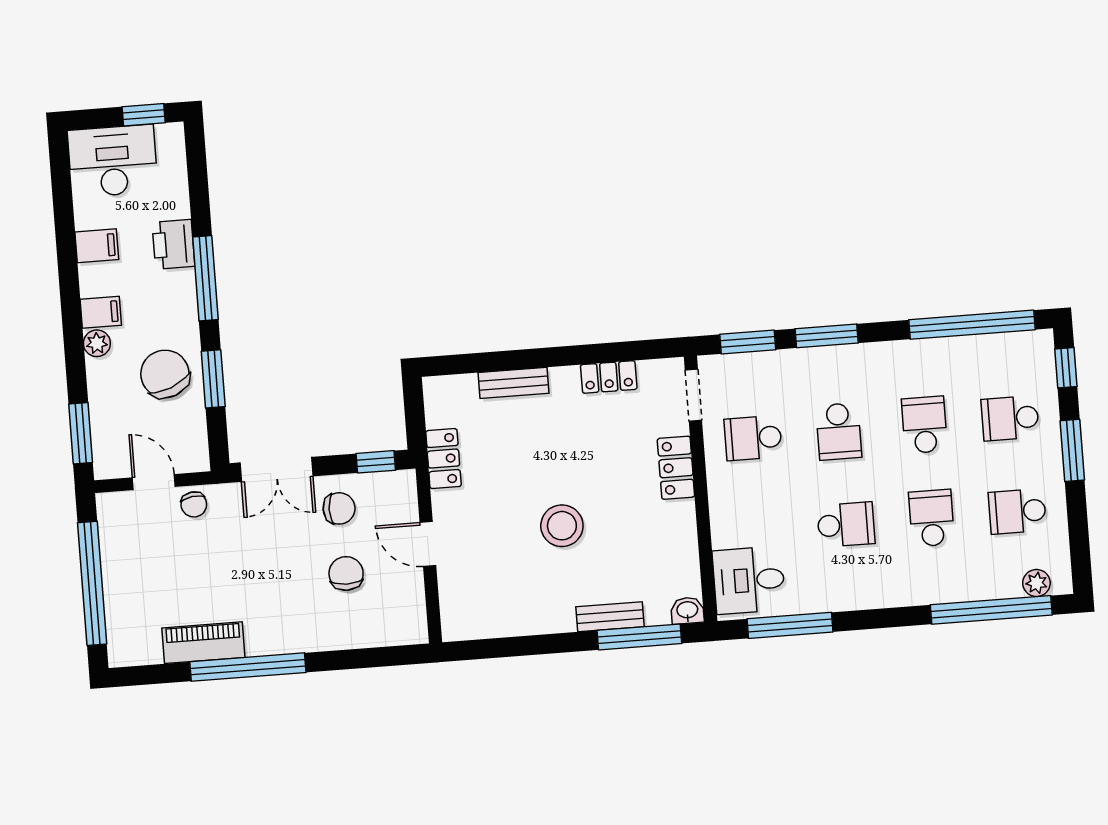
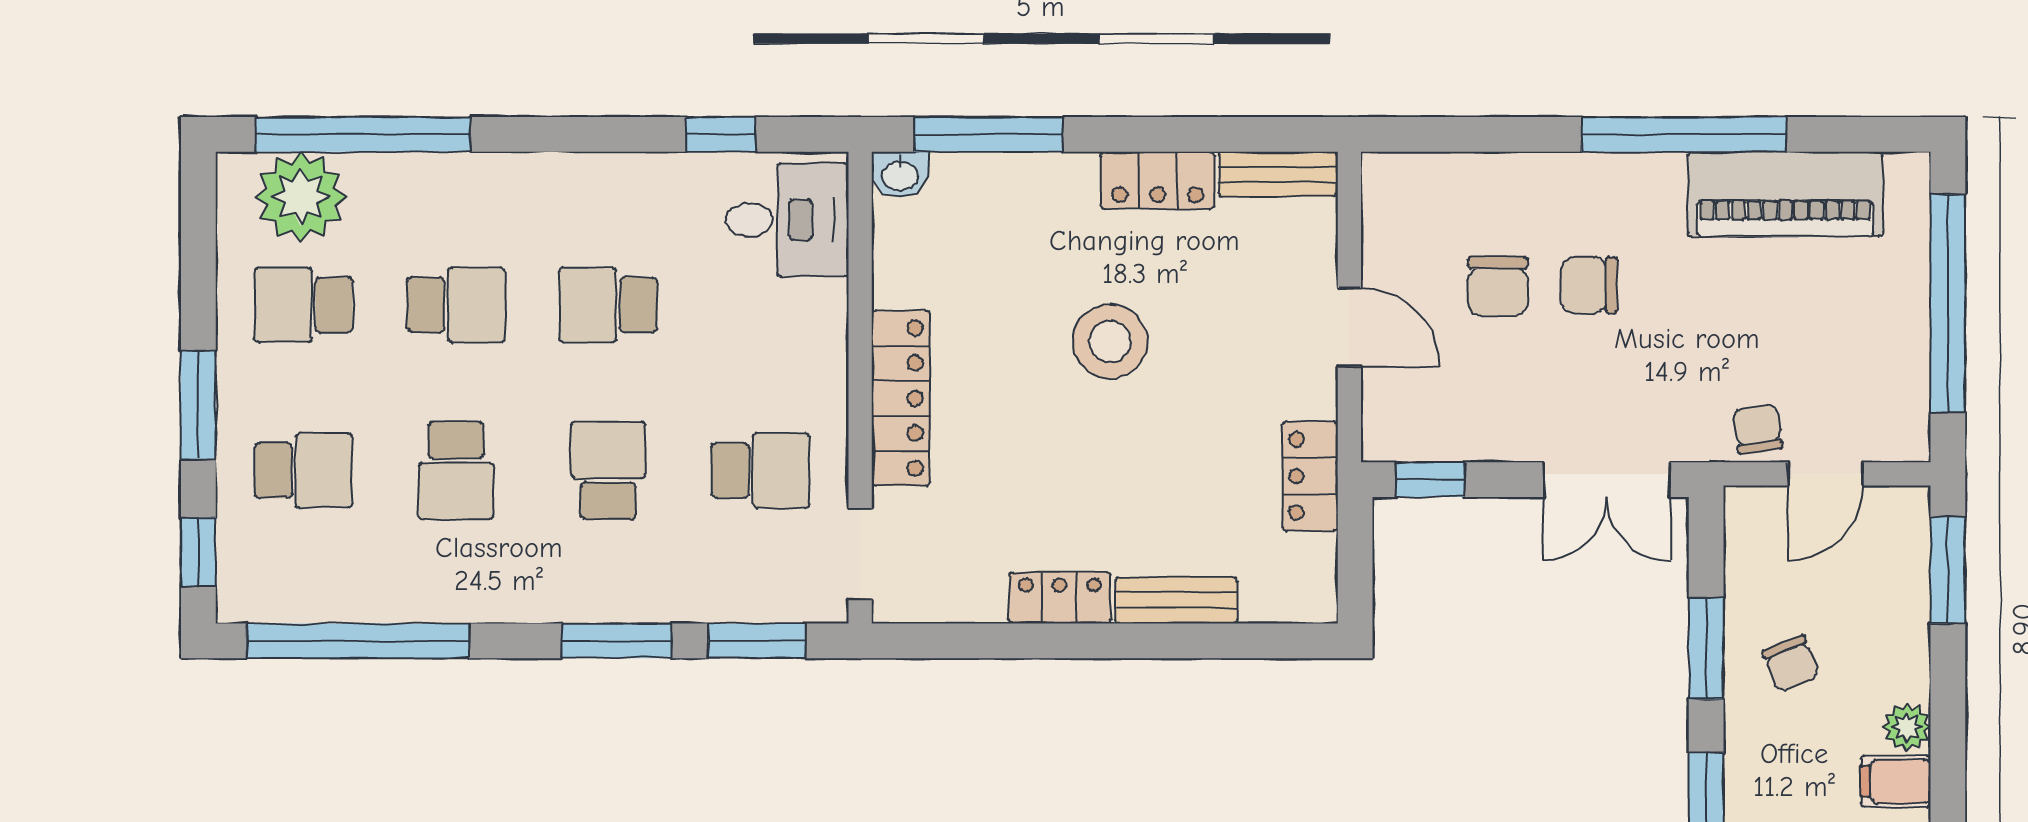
chair: (165, 374) -> (1791, 664), width x0.54, depth x0.54
locker: (609, 377) -> (1060, 598), moved
locker: (676, 468) -> (901, 398), width x1.53
double door: (276, 469) -> (1607, 480), swing flipped
door: (154, 482) -> (1825, 474), hinge flipped
chair: (339, 508) -> (1589, 285), moved
school desk: (1017, 511) -> (304, 305), turned 180
school desk: (932, 518) -> (456, 305), turned -90
plant: (1036, 583) -> (301, 197), width x1.87, depth x1.87
bench: (610, 617) -> (1278, 174), moved
locker: (542, 618) -> (1158, 180), added
window: (790, 625) -> (721, 134), width x0.46
piano: (203, 643) -> (1785, 194), width x1.37, depth x1.33

